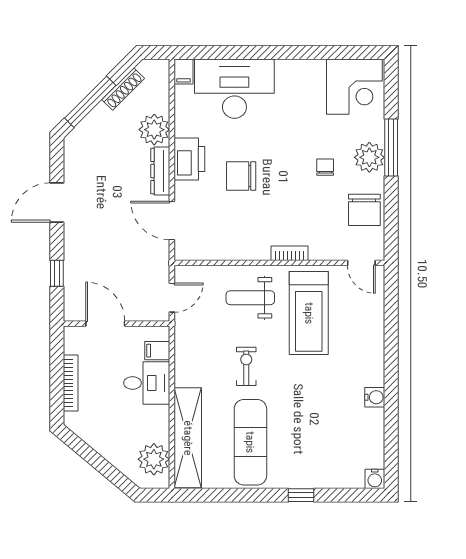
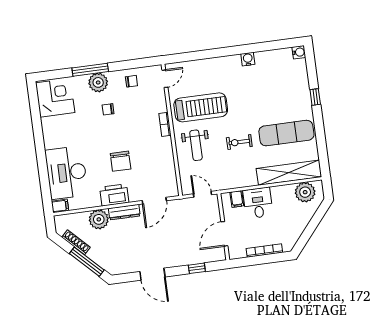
chair: (364, 210) -> (131, 81), width x0.54, depth x0.54

